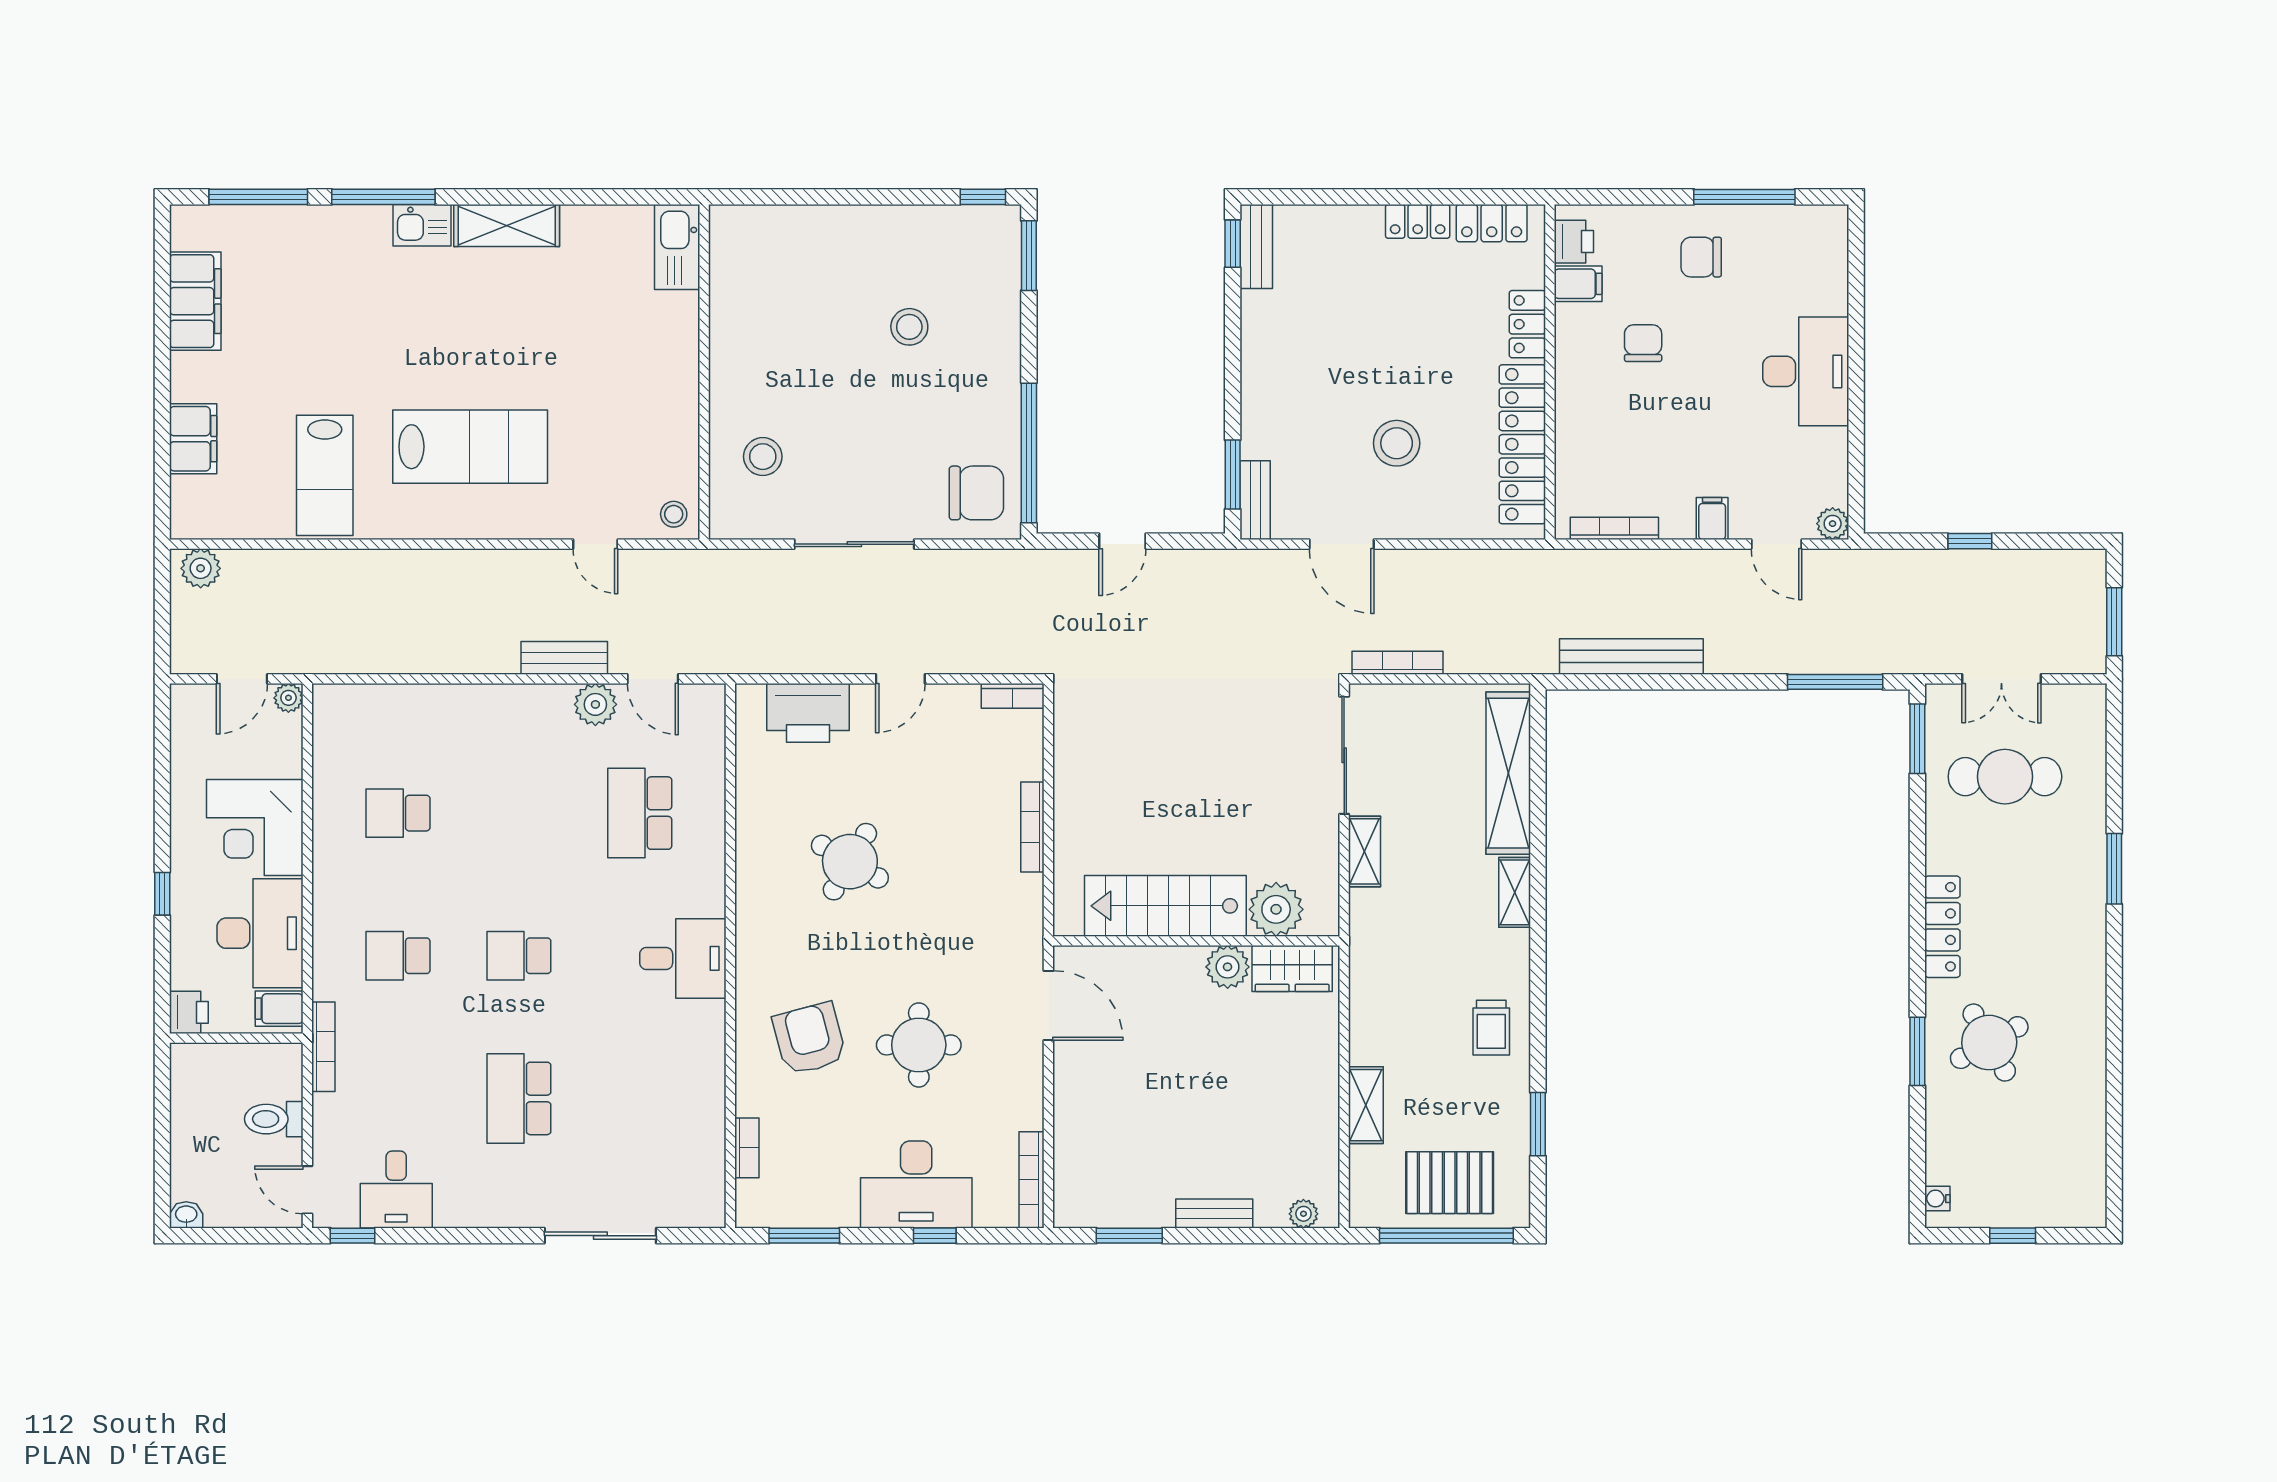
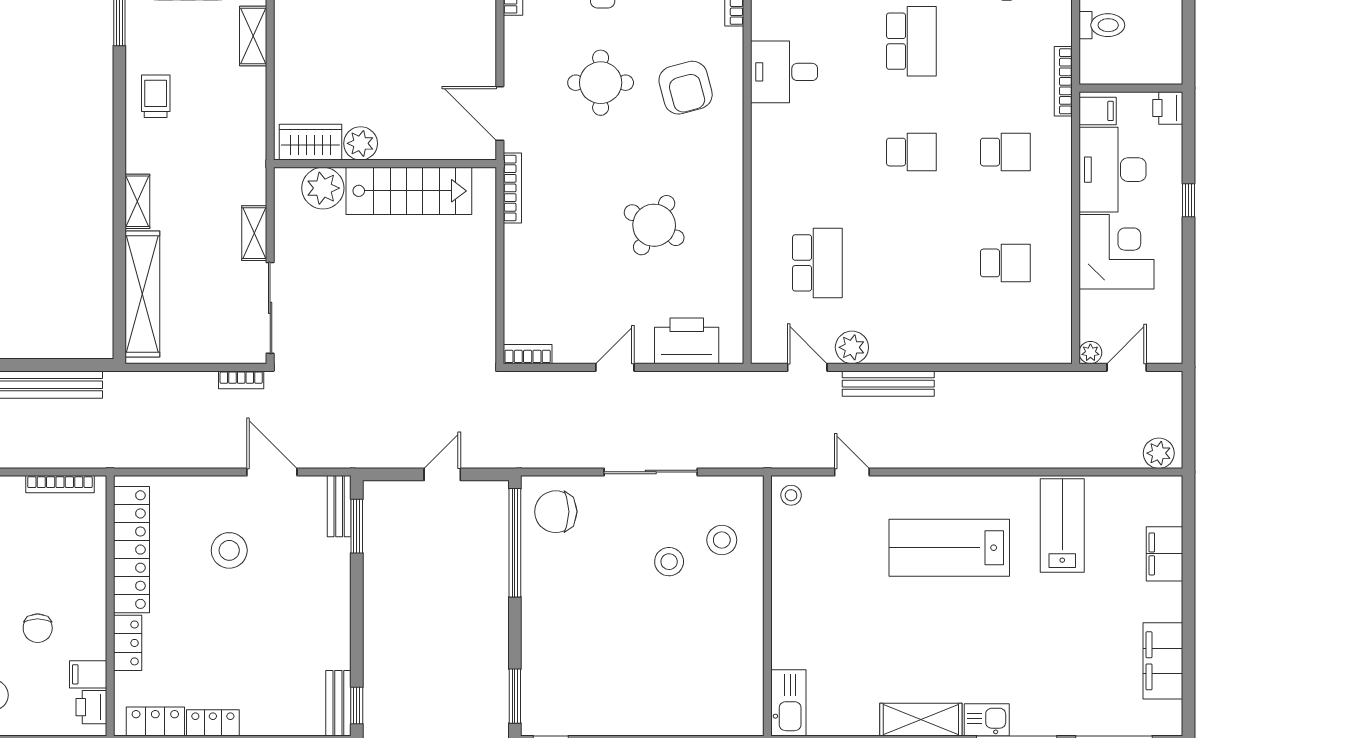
stool: (909, 327) -> (669, 562), moved
bench: (564, 658) -> (888, 384), width x1.36
bookcase: (1398, 663) -> (241, 380), width x0.64
bookcase: (1032, 827) -> (512, 188), moved
desk: (683, 958) -> (784, 72), moved

